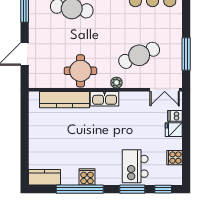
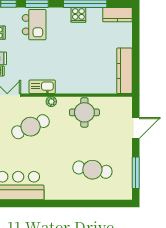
kitchen sink: (105, 99) -> (42, 87), moved
kitchen counter: (65, 100) -> (124, 71), moved, turned -90

